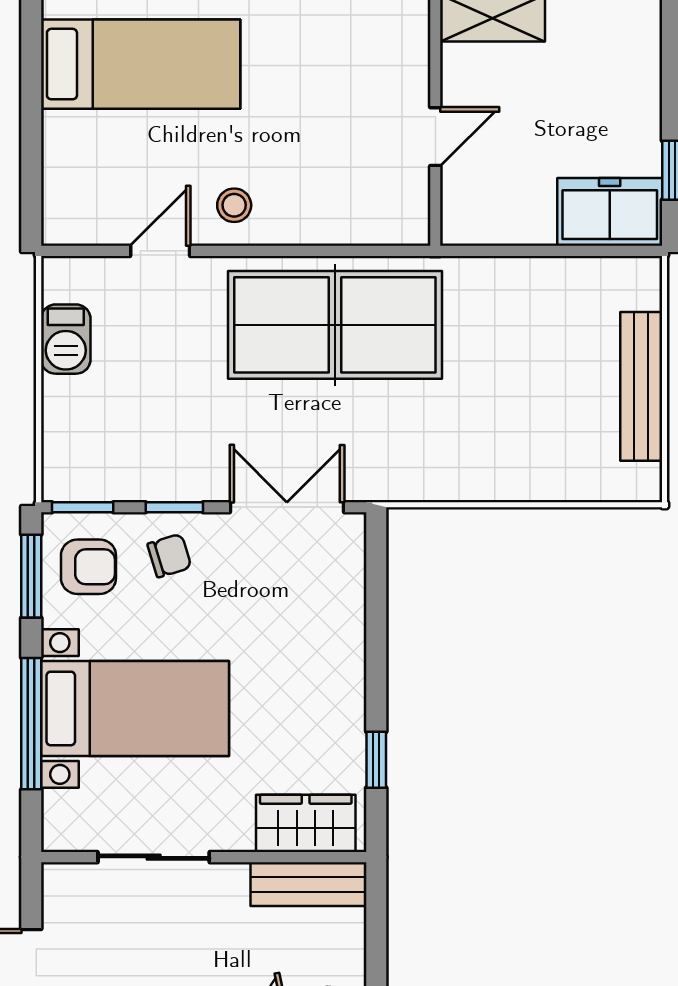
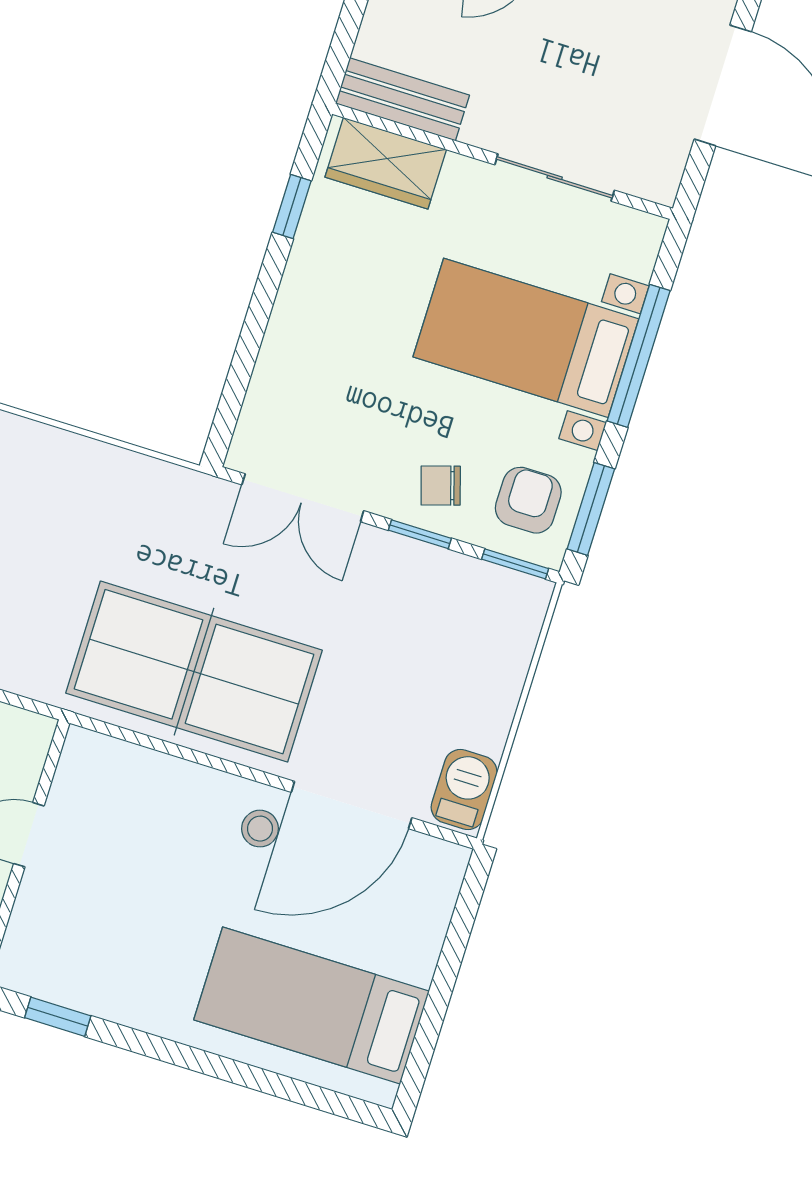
door: (160, 251) -> (352, 805), width x1.87
barbecue: (66, 339) -> (464, 790), moved
armchair: (88, 567) -> (528, 500), turned 90

